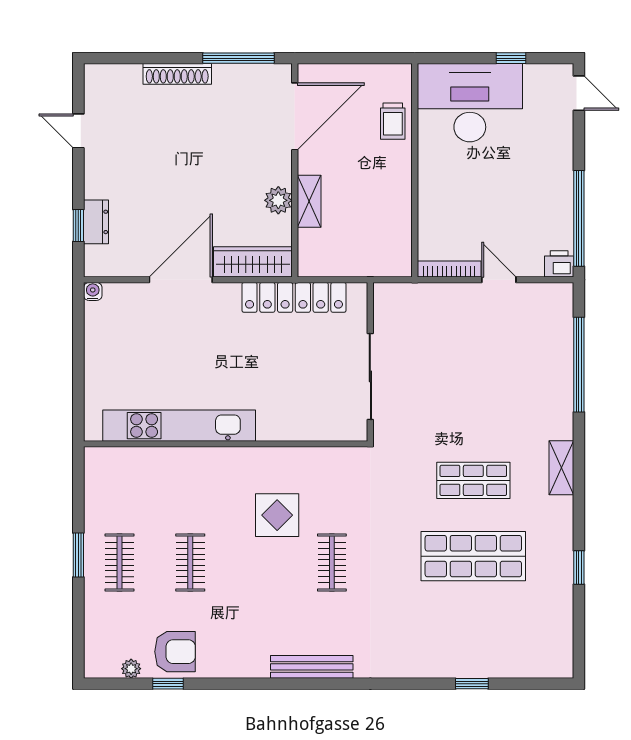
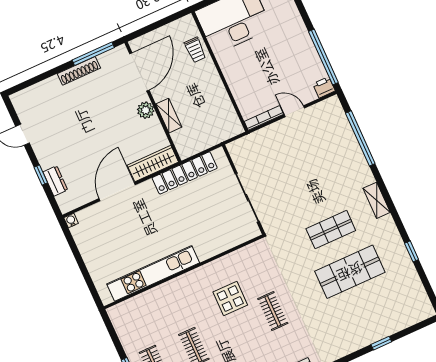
shoe rack: (177, 74) -> (79, 71), moved
plant: (278, 200) -> (146, 110), moved
window: (78, 225) -> (41, 175), moved

